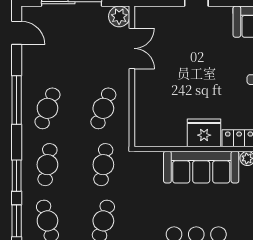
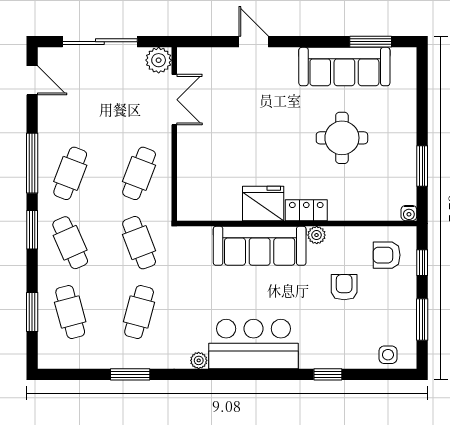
cafe table: (47, 165) -> (70, 243), turned -33
cafe table: (103, 165) -> (139, 243), turned -30
window: (17, 176) -> (32, 230), moved

